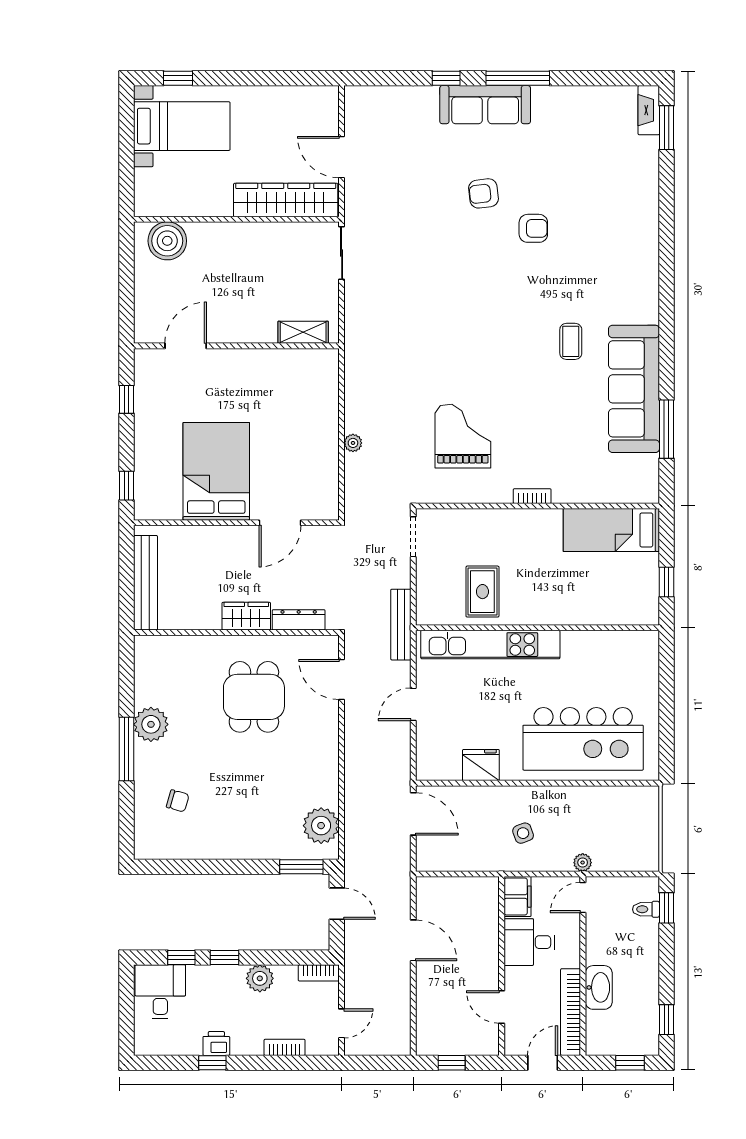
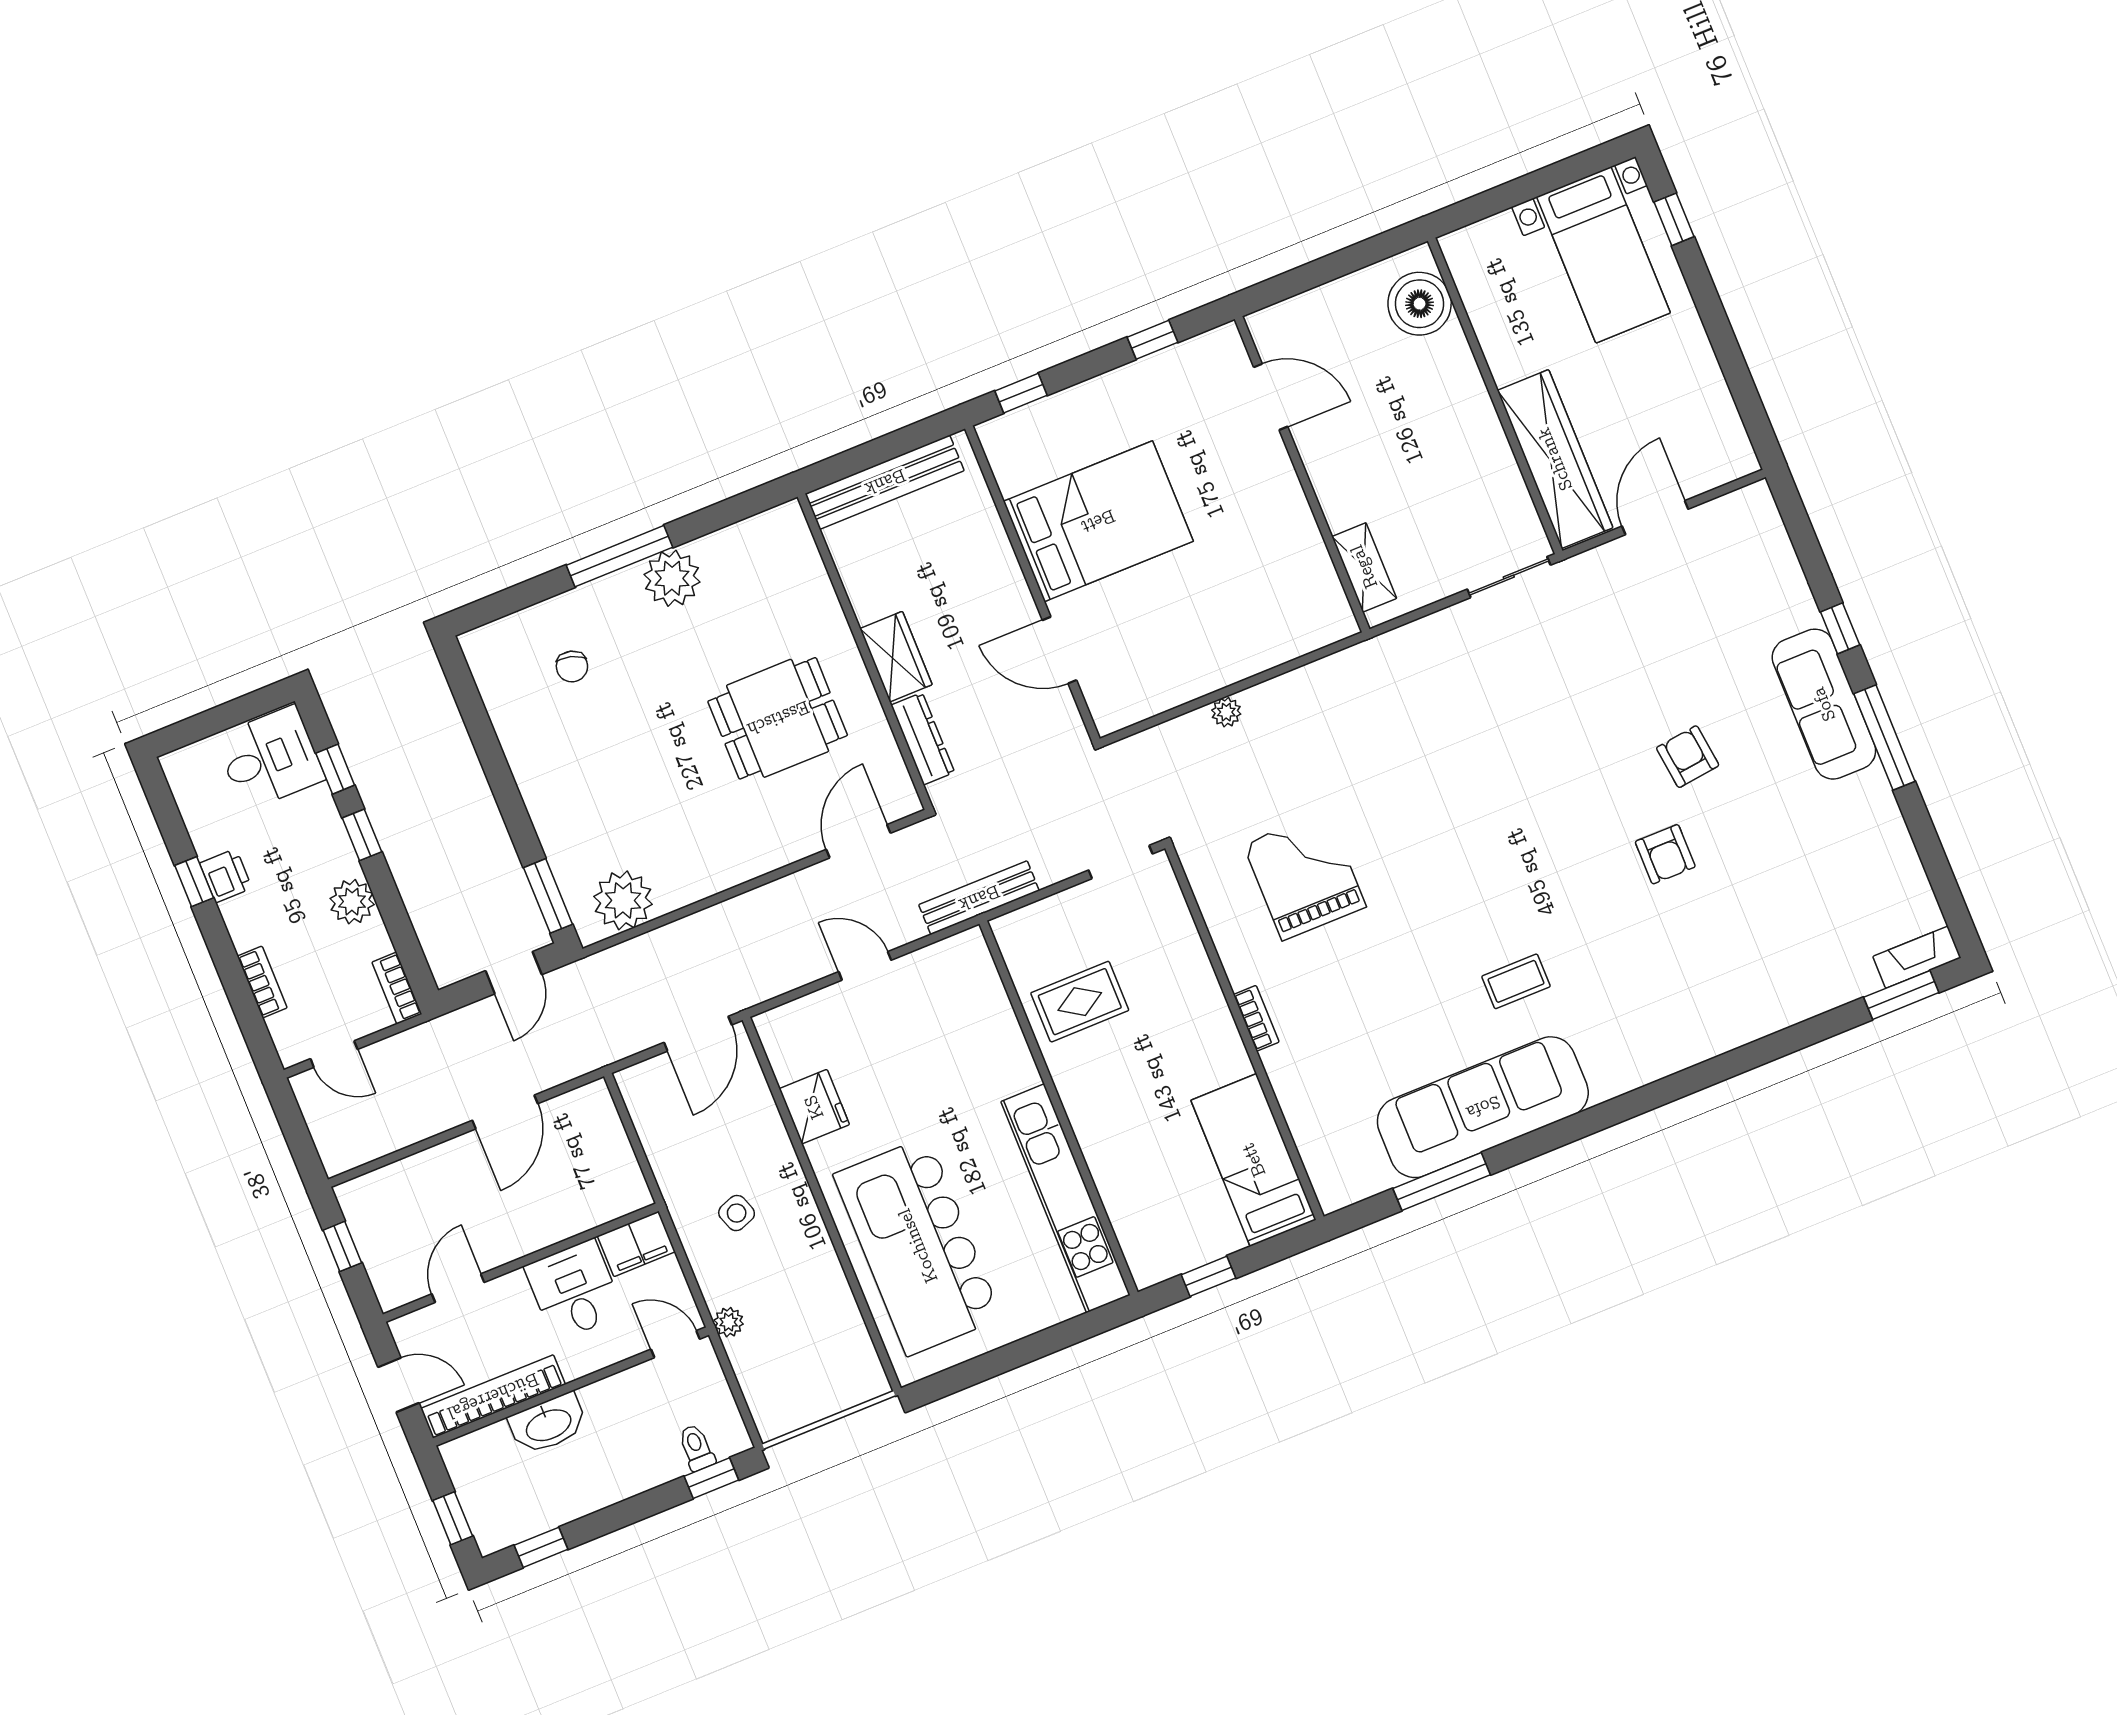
grand piano: (463, 436) -> (1305, 875), turned -90
kitchen unit: (490, 645) -> (1066, 1198), moved

